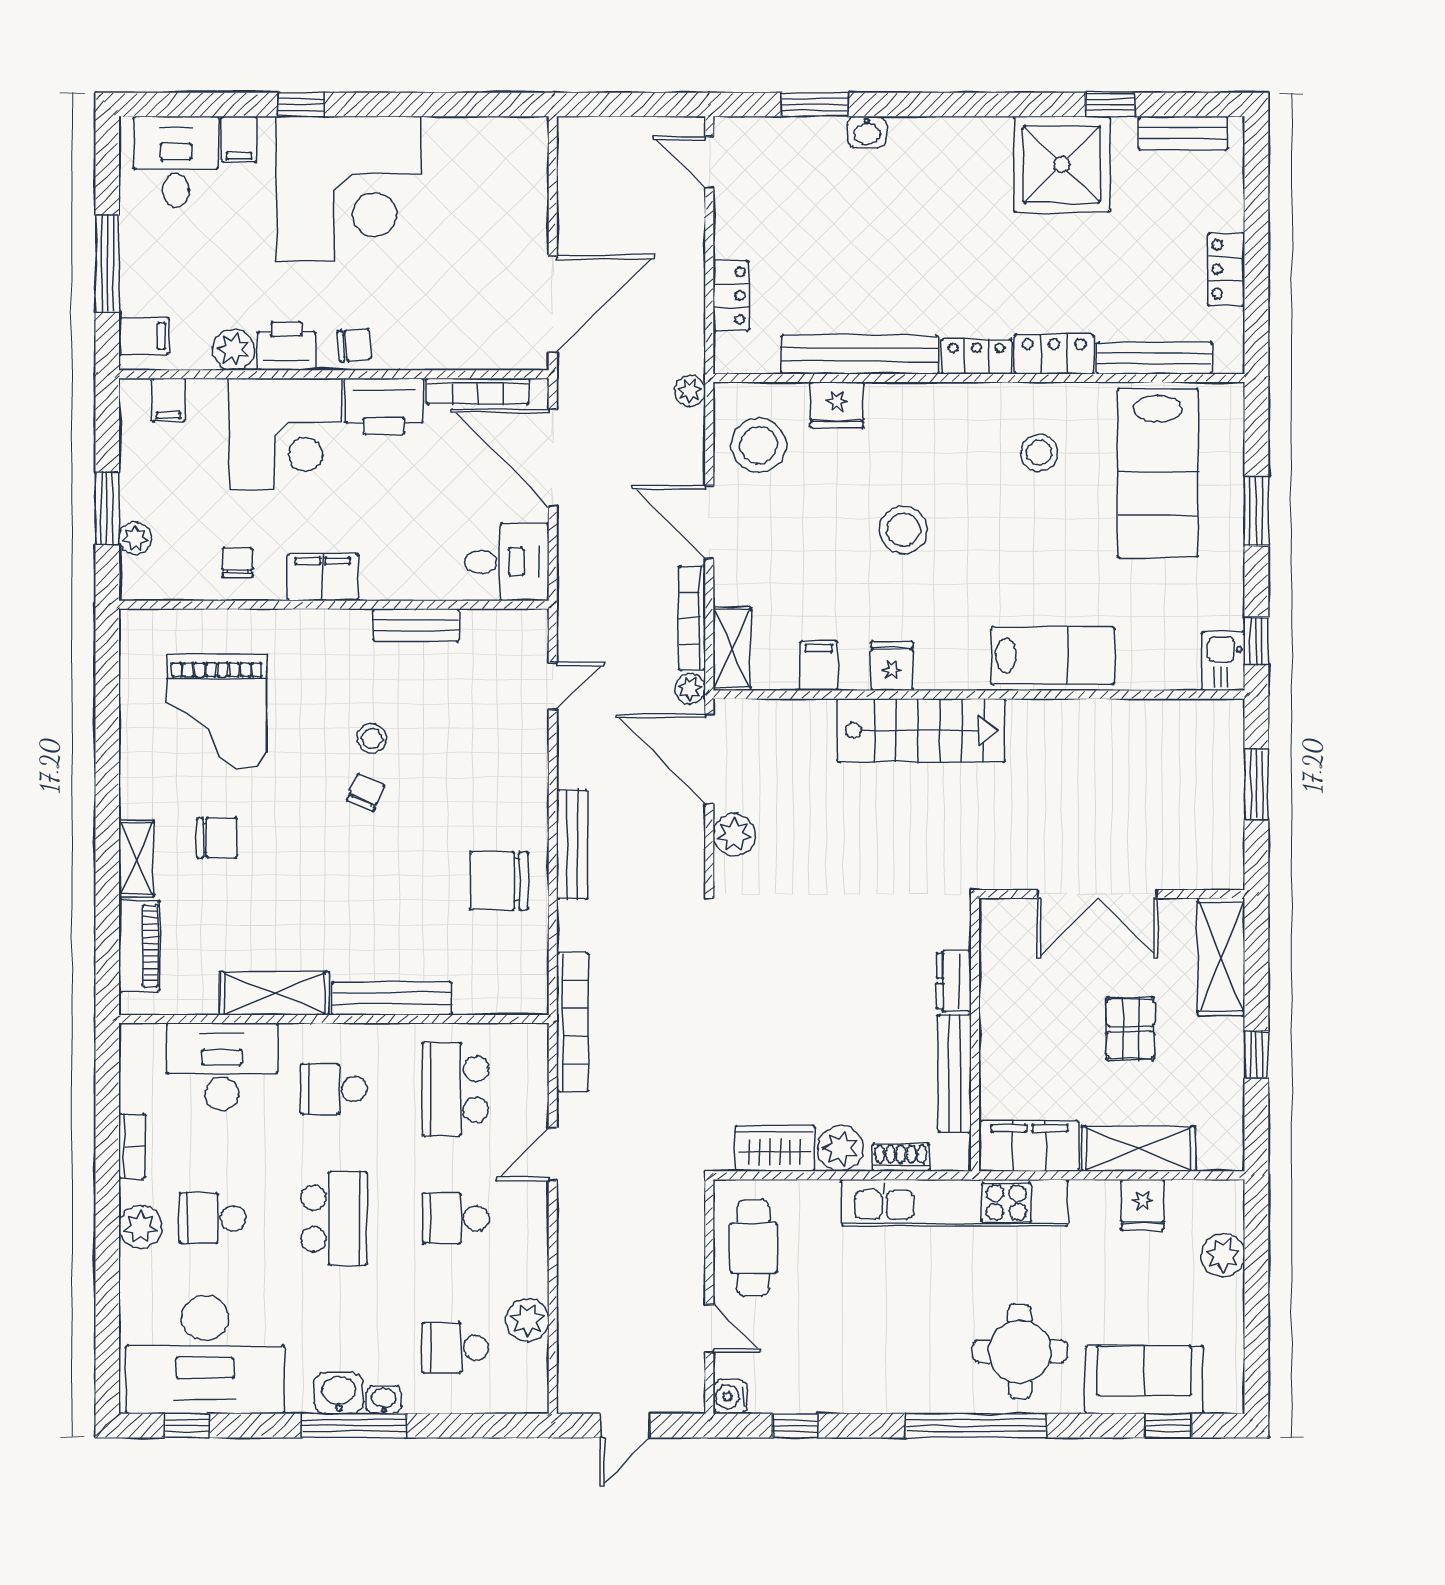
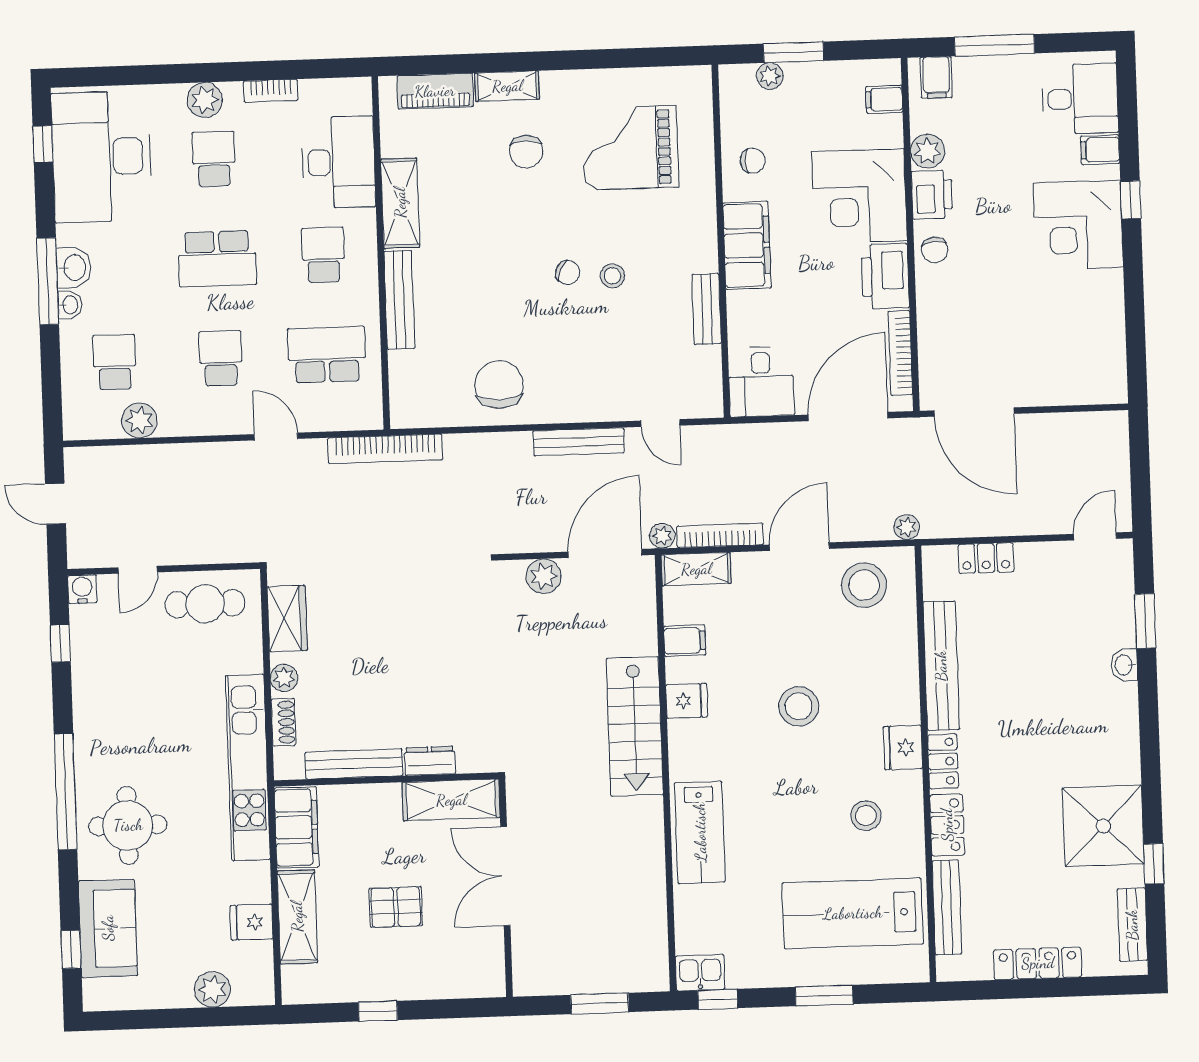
corner desk: (349, 189) -> (1078, 225), width x0.74, depth x0.74
locker: (1226, 269) -> (1038, 963), width x1.53
fridge: (837, 405) -> (903, 748), moved
filing cabinet: (323, 577) -> (747, 245), width x1.50, depth x1.17
bench: (572, 845) -> (579, 442), moved
shelving: (1221, 957) -> (451, 800), moved
plant: (841, 1149) -> (284, 678), width x0.73, depth x0.73

